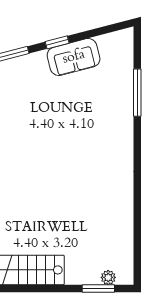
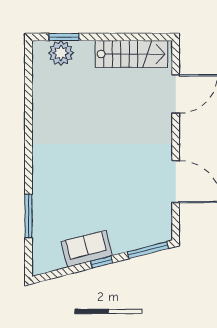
plant: (108, 277) -> (61, 53), width x1.88, depth x1.88

